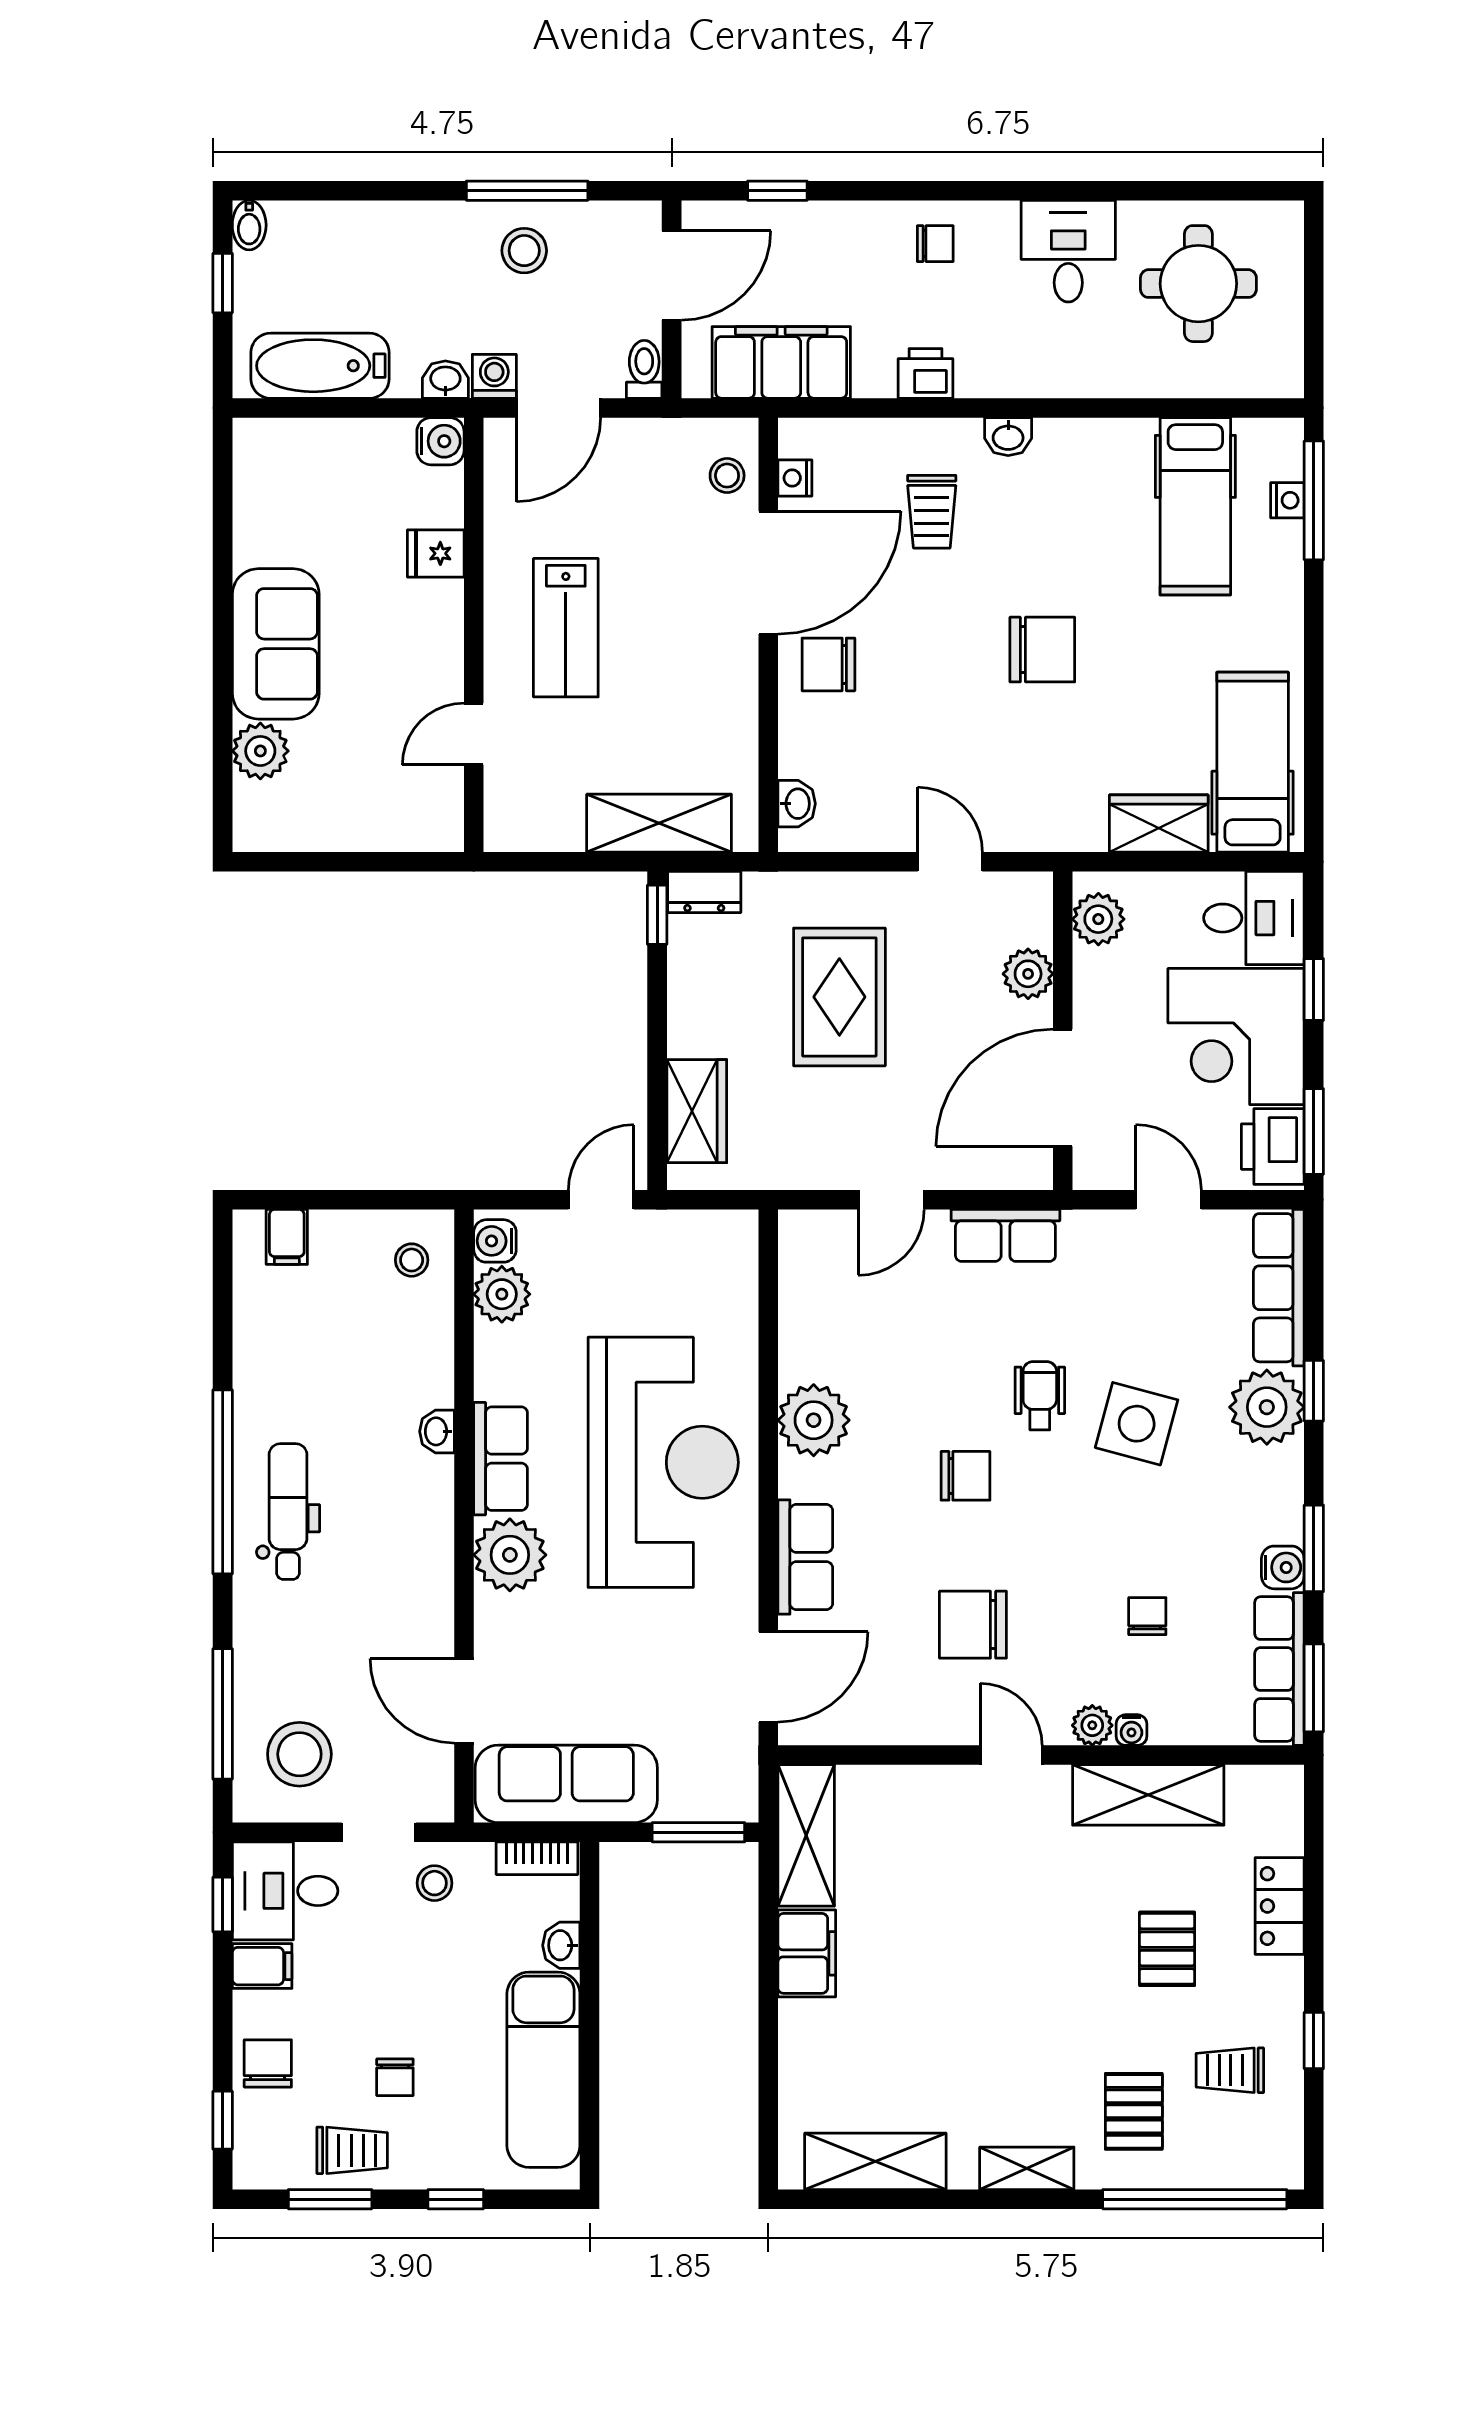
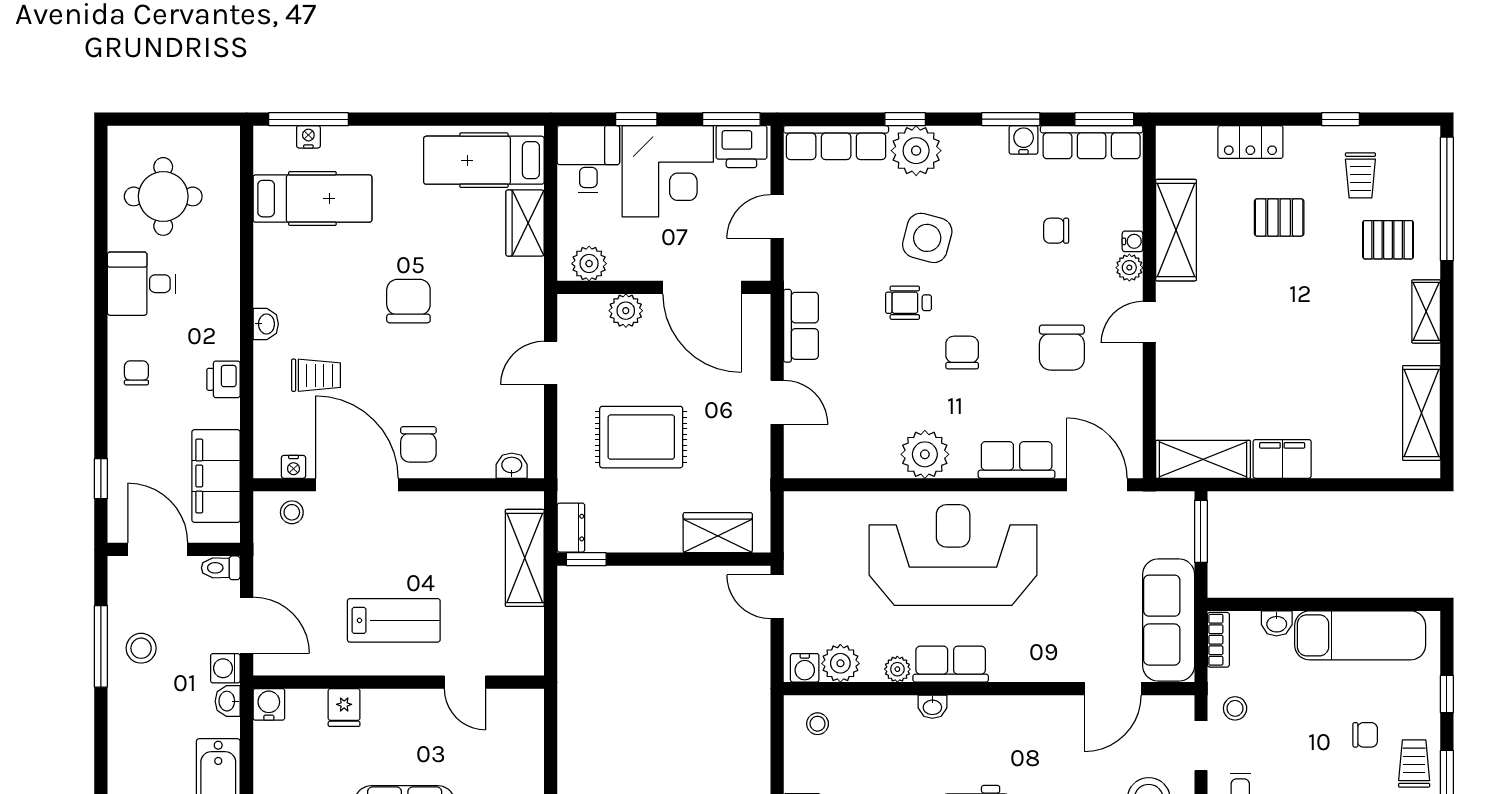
plant: (510, 1555) -> (897, 669), moved, width x0.53, depth x0.53

